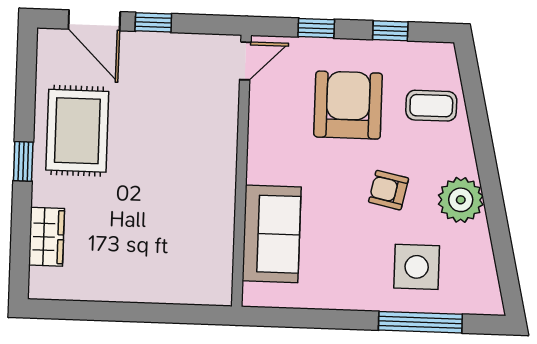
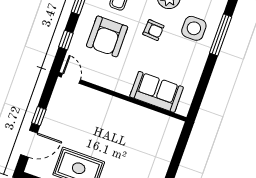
armchair: (348, 105) -> (107, 36), turned -90
armchair: (389, 190) -> (153, 30), turned -98

